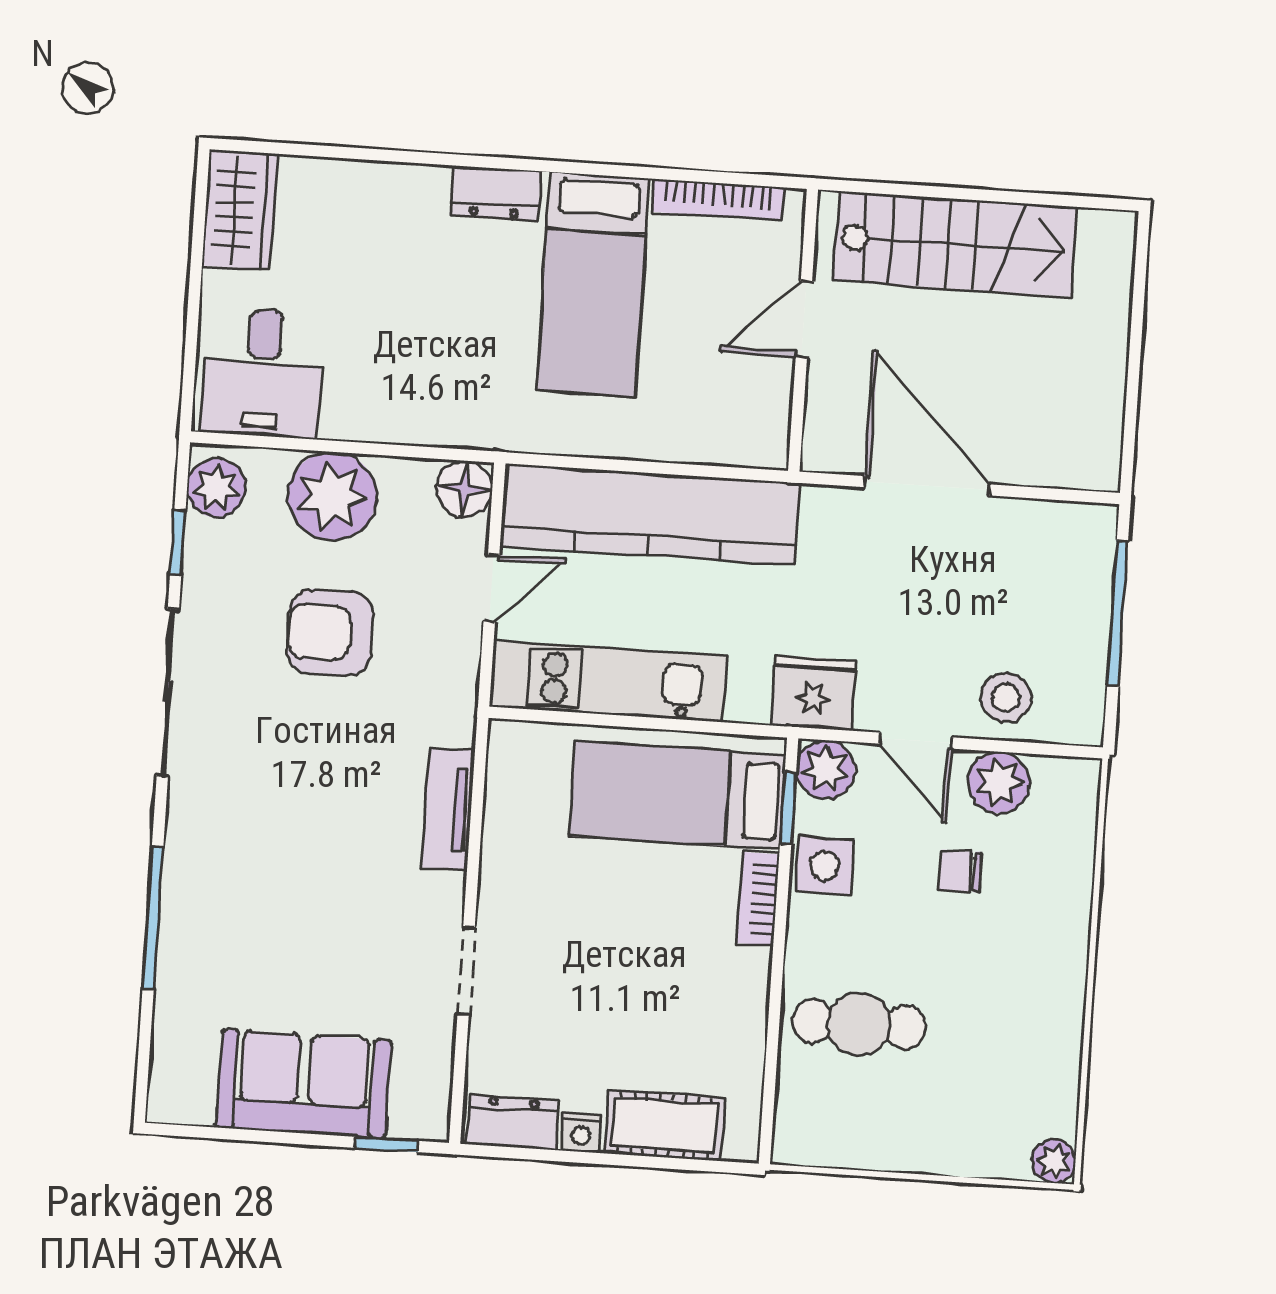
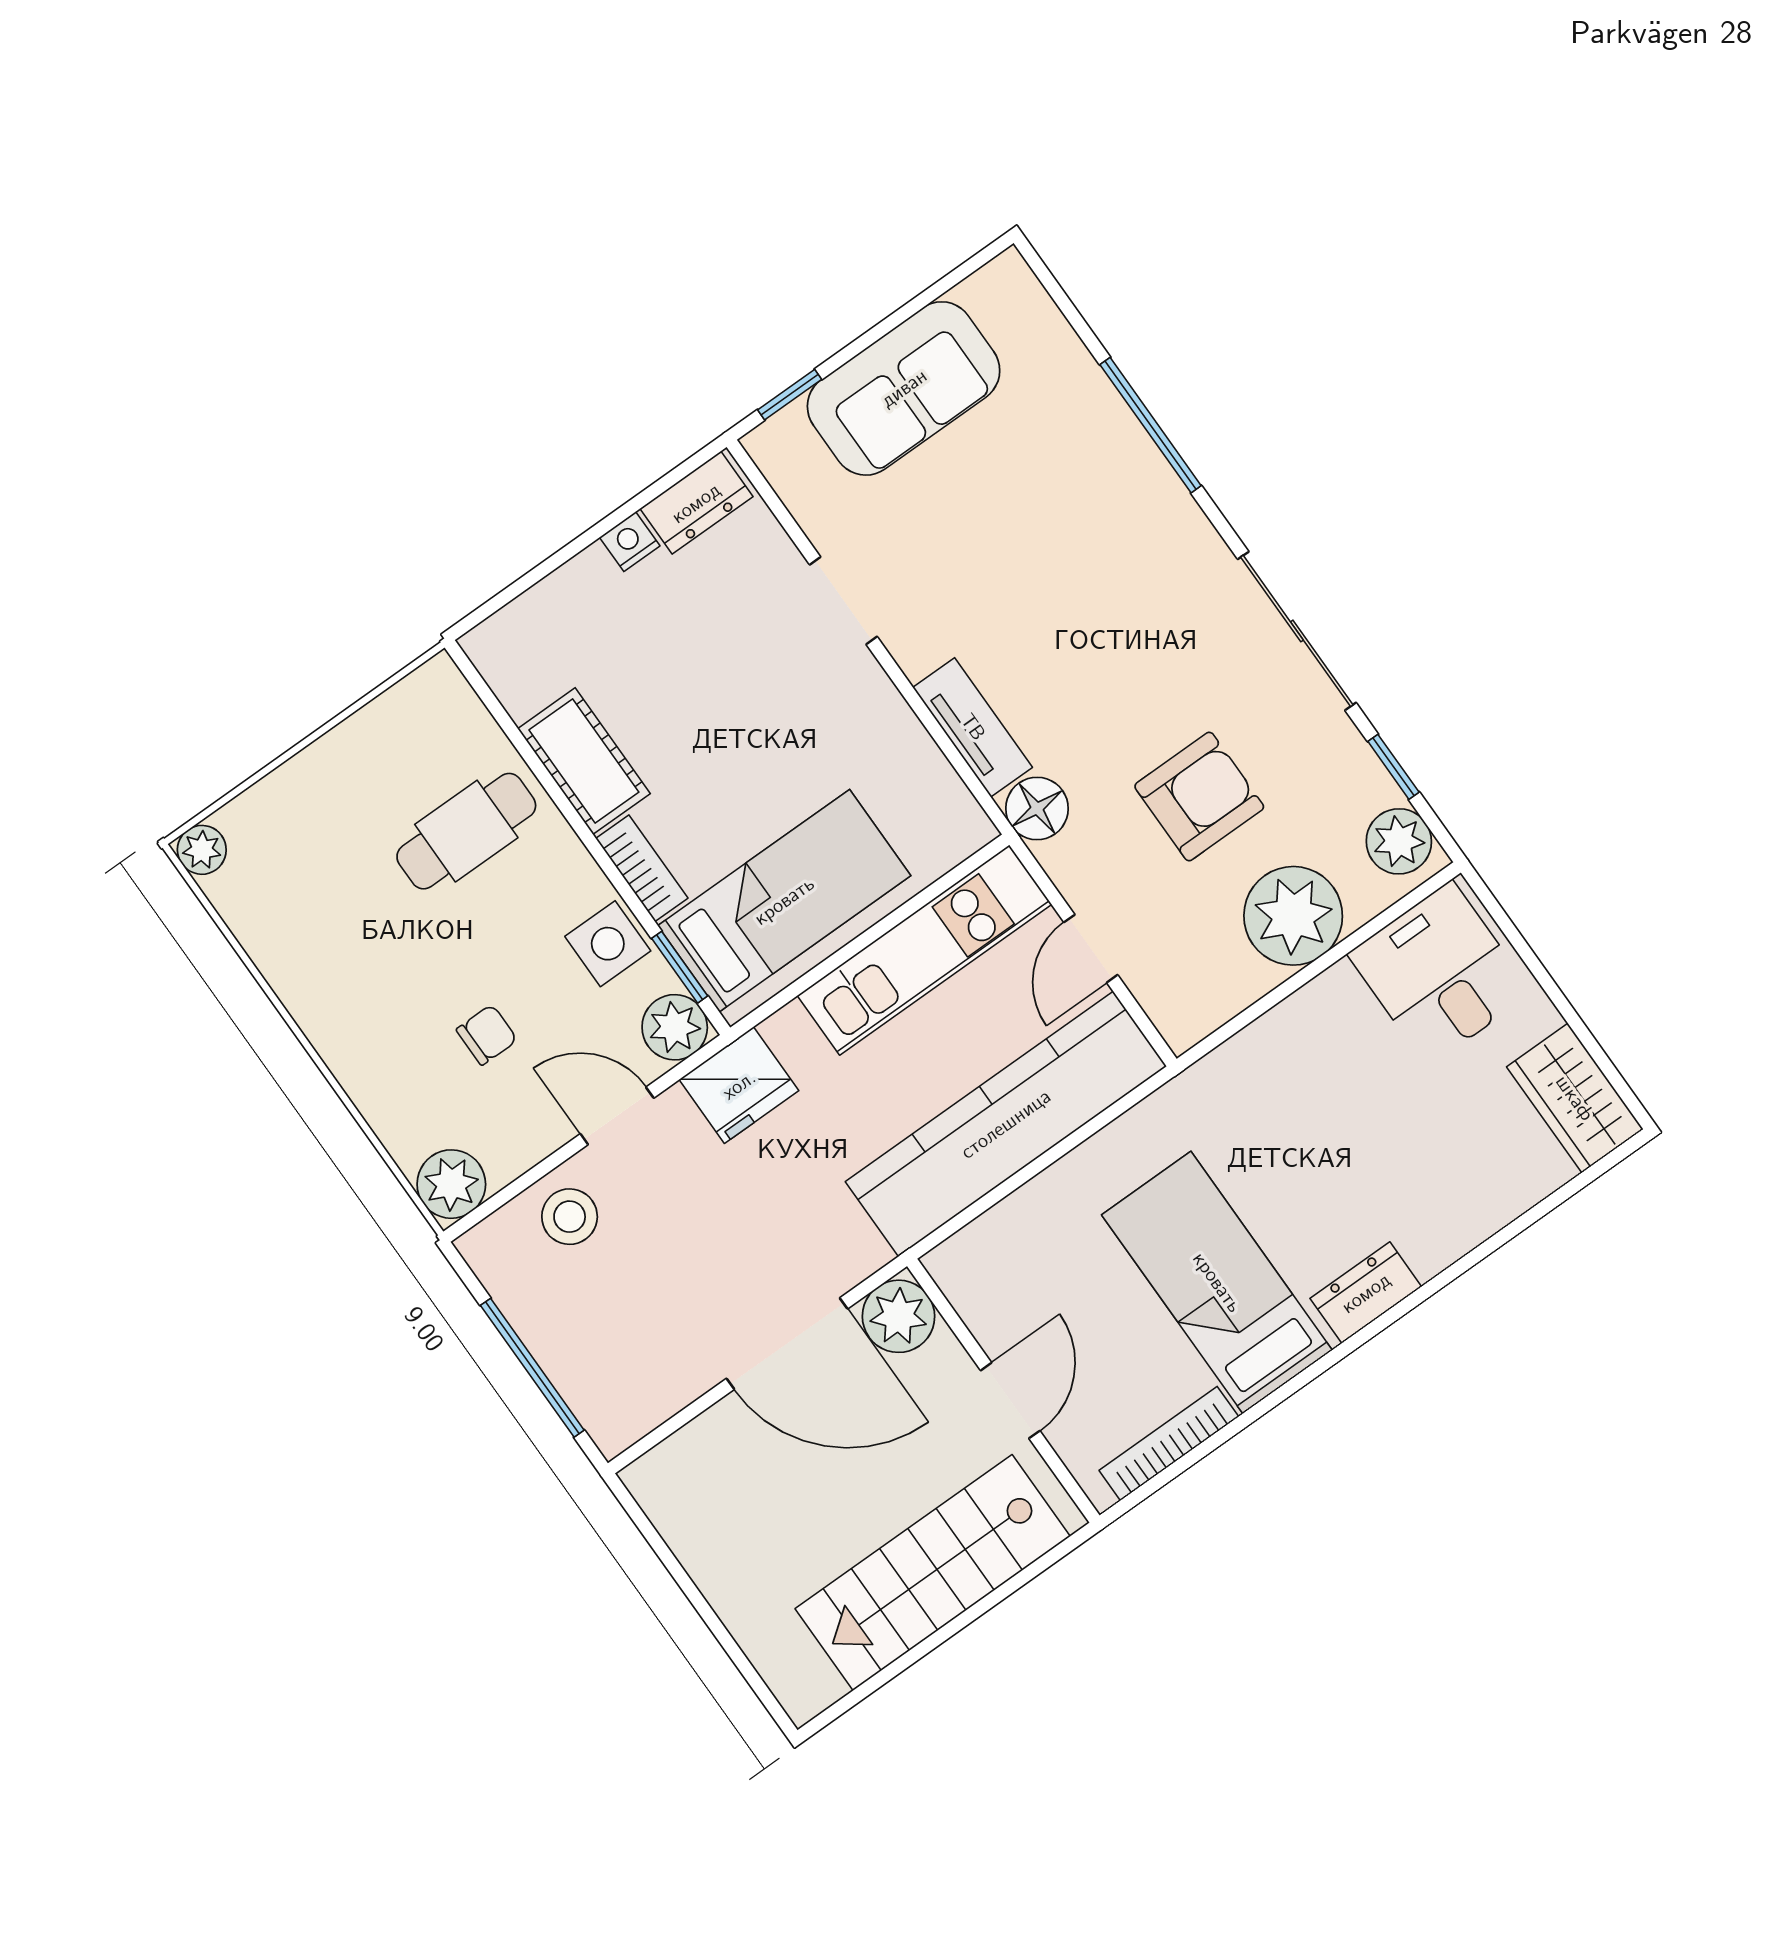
plant: (834, 441) -> (899, 1316), added
floor lamp: (464, 489) -> (1037, 809), moved
plant: (999, 782) -> (451, 1184), moved
cot: (665, 1126) -> (584, 761), moved, turned 90

